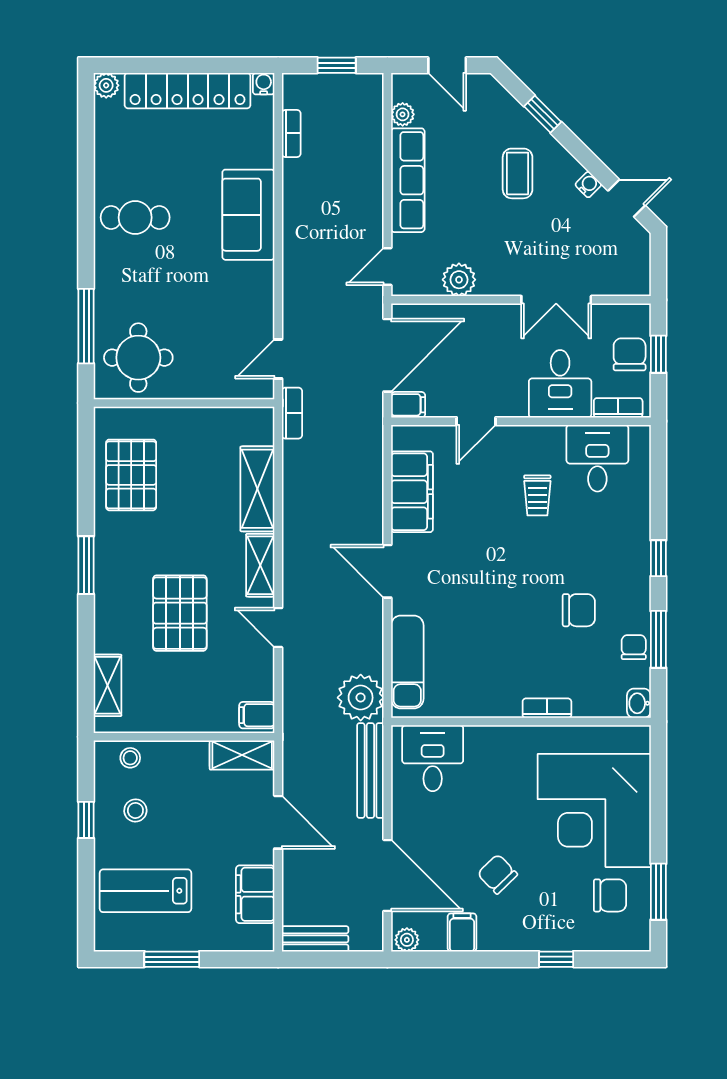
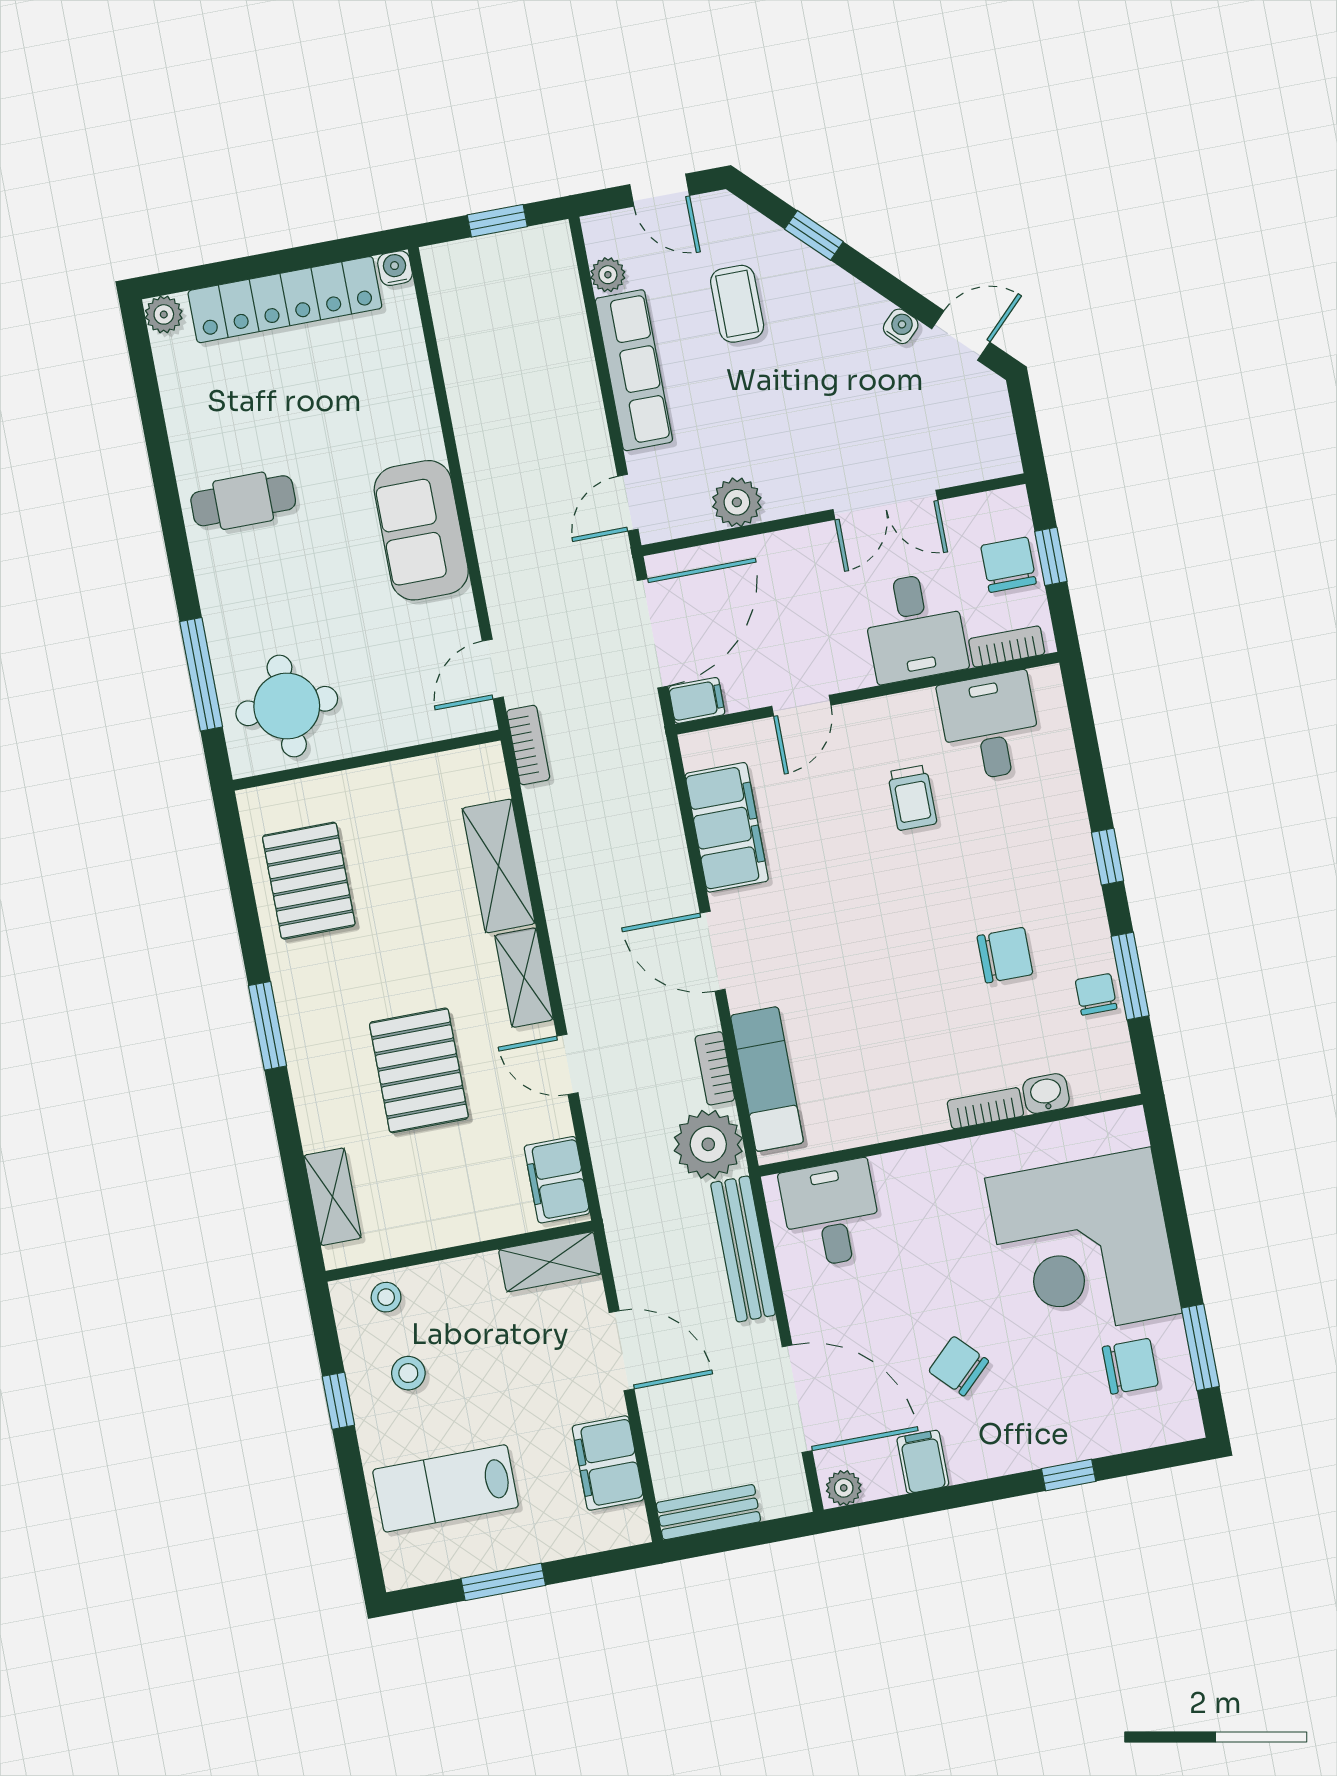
bookcase: (291, 133) -> (715, 1068), moved, turned 180
coffee table: (518, 173) -> (737, 304), moved
sofa: (248, 215) -> (421, 530), moved
washbasin: (639, 703) -> (1046, 1094), moved, turned 90
filing cabinet: (257, 715) -> (557, 1180), width x2.00

